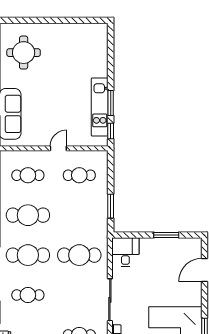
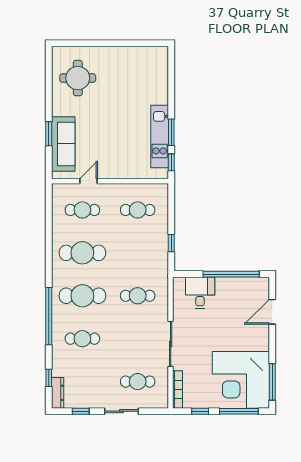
door: (58, 148) -> (89, 181), moved
window: (111, 206) -> (171, 243), width x0.67
window: (166, 235) -> (231, 274), width x2.11
desk: (125, 252) -> (200, 293), moved
cafe table: (79, 255) -> (138, 296), width x0.73, depth x0.74

